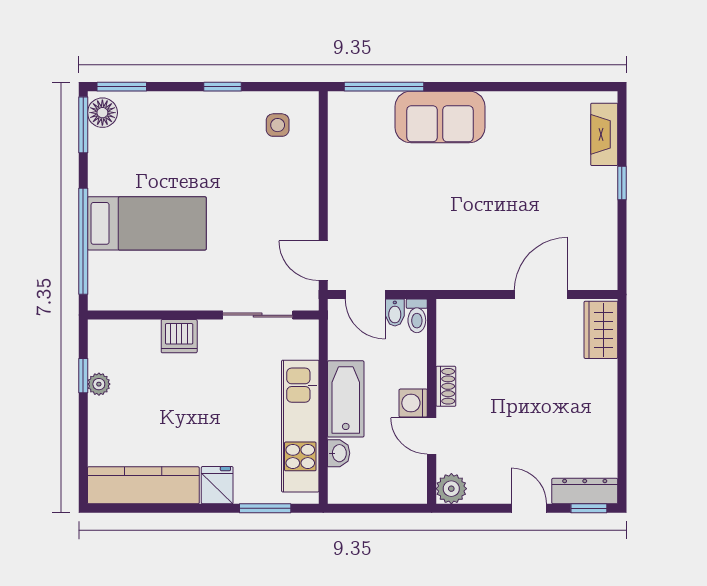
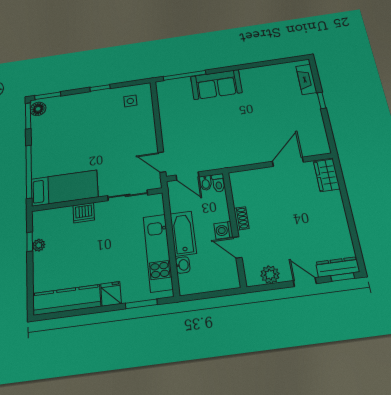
bed: (147, 223) -> (64, 188), moved
plant: (451, 489) -> (270, 275), moved

